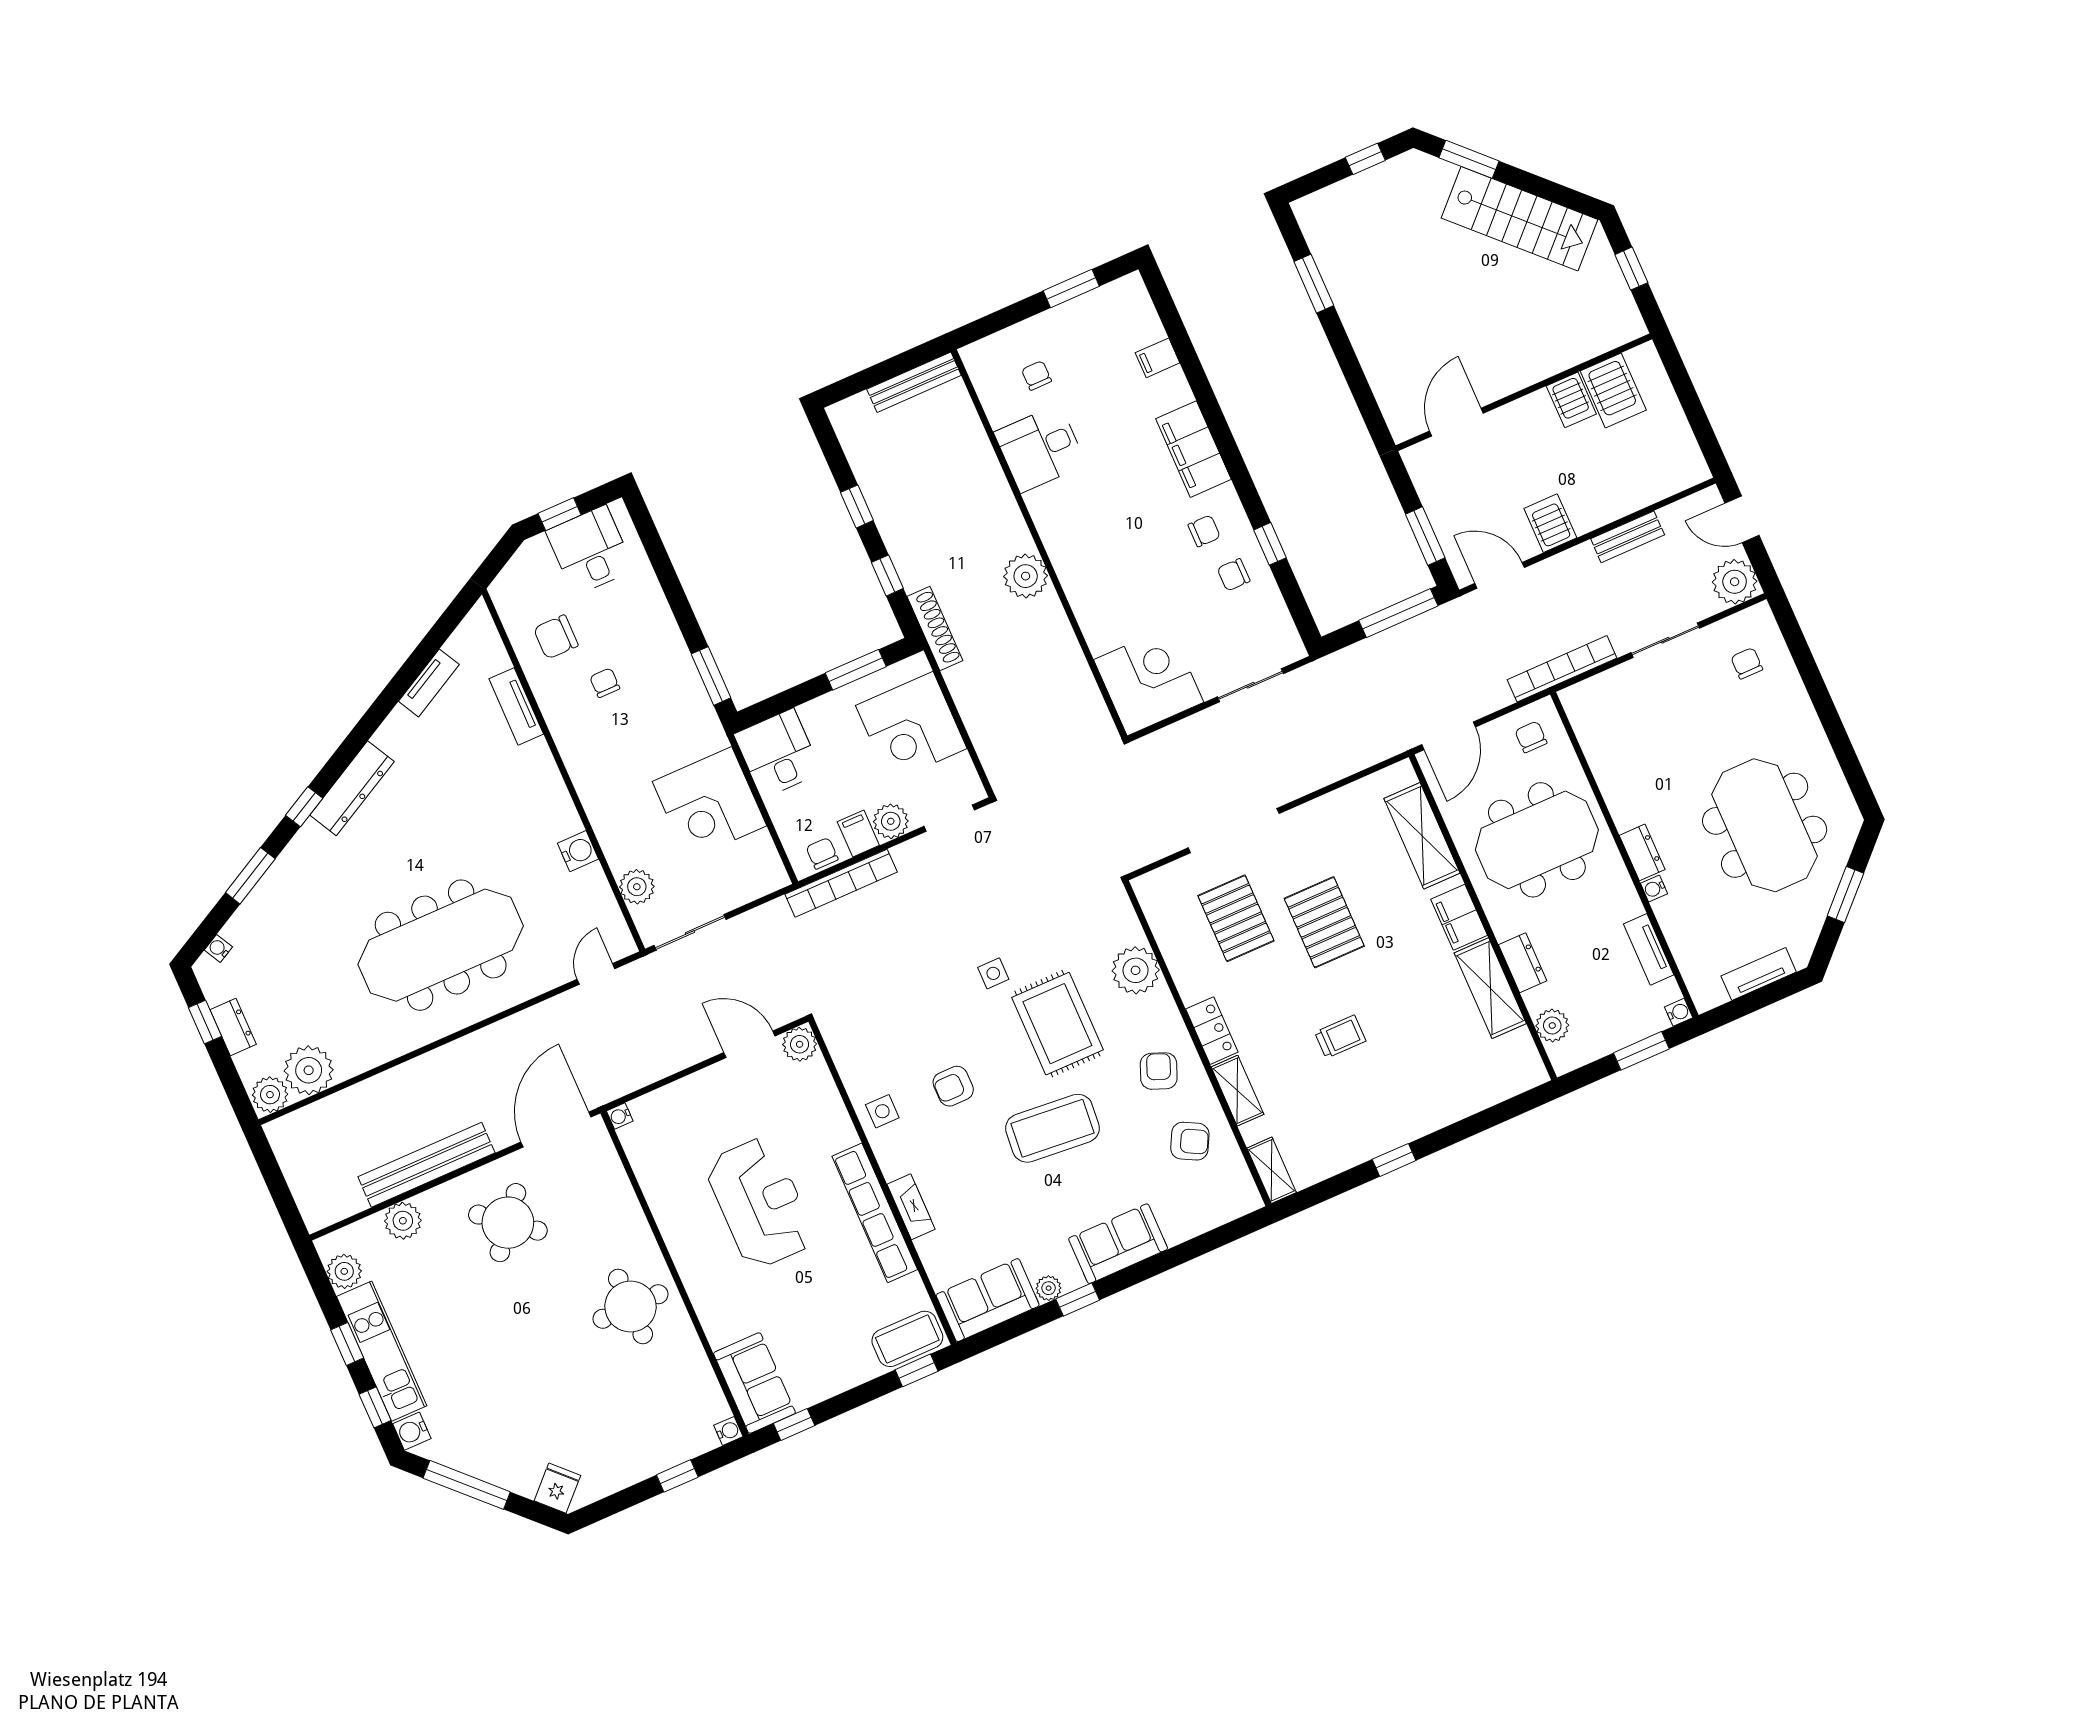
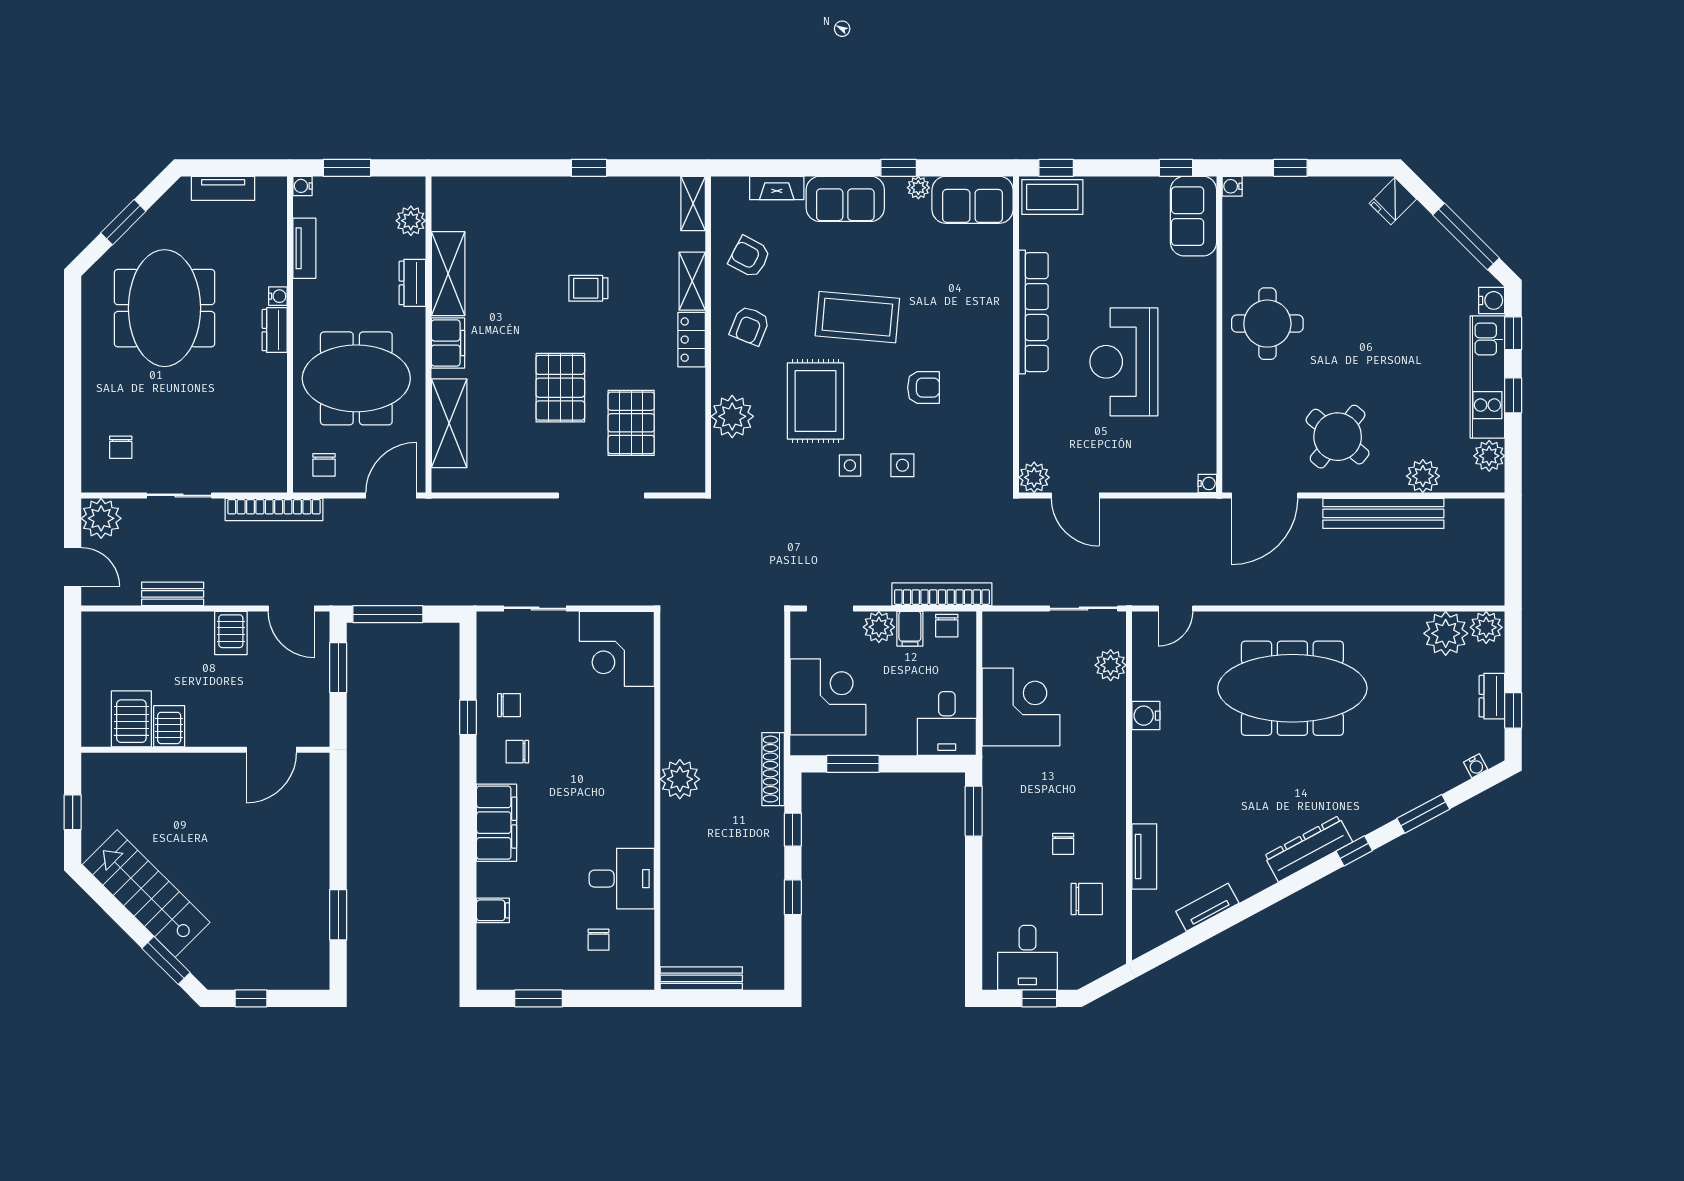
side table: (882, 1111) -> (902, 465), moved
fireplace: (911, 1207) -> (777, 188), moved, turned -90

